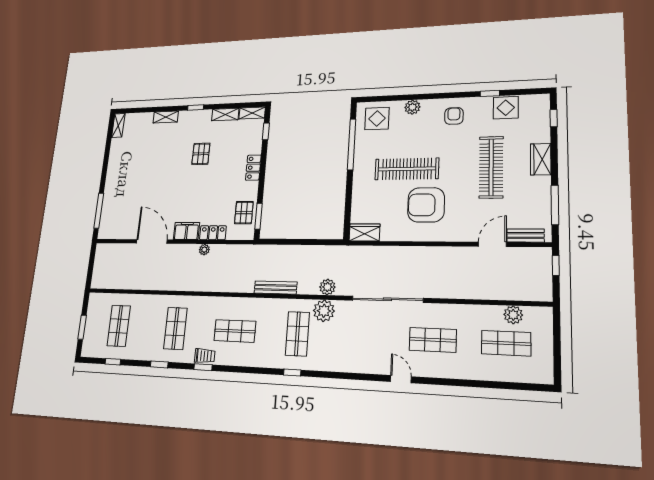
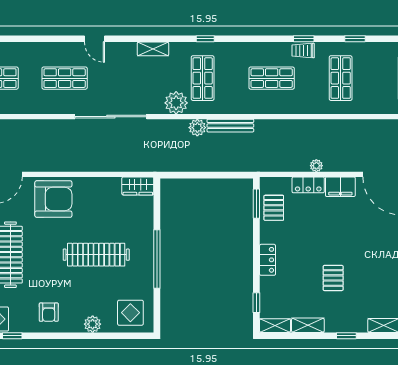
window: (352, 144) -> (157, 259), moved
armchair: (426, 205) -> (53, 199), moved
plant: (327, 287) -> (197, 128), moved
shelving: (343, 365) -> (153, 49), added

